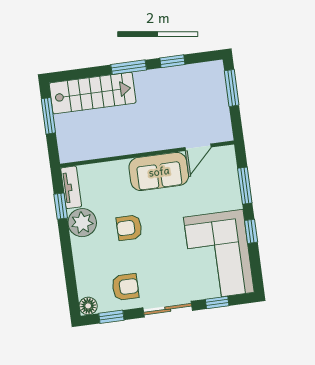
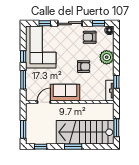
window: (172, 61) -> (41, 147), moved
stairs: (93, 93) -> (85, 132), width x1.36, depth x1.51
plant: (82, 223) -> (107, 57), moved

